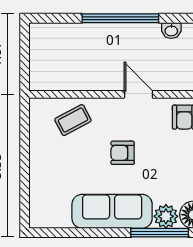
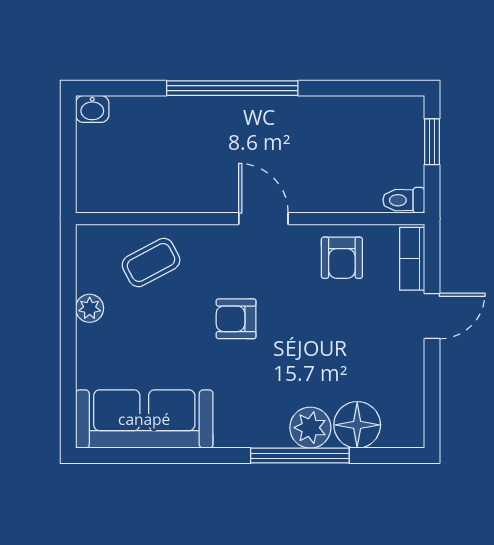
washbasin: (171, 30) -> (92, 109), moved
plant: (37, 147) -> (90, 308), added
sofa: (112, 211) -> (144, 419), moved

